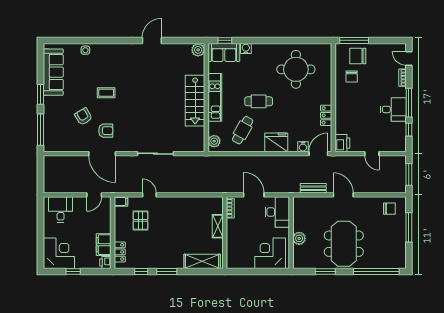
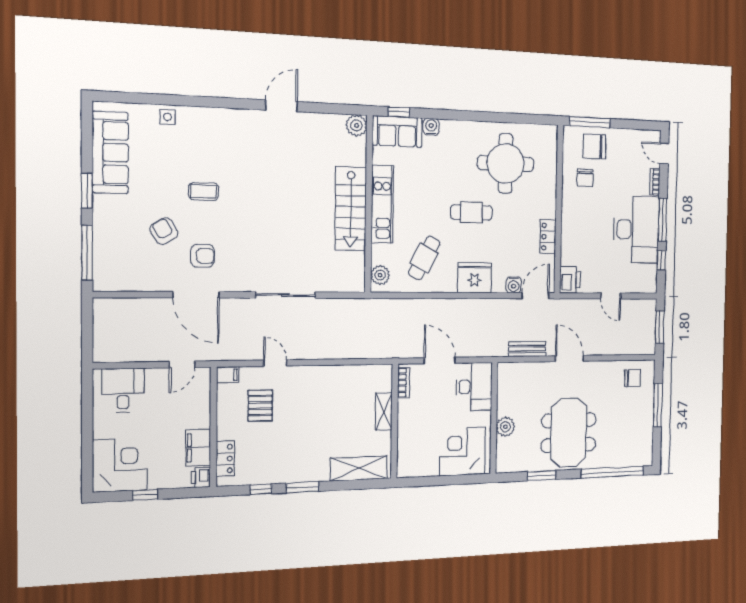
cafe table: (259, 101) -> (471, 212), moved
desk: (393, 109) -> (636, 229), width x1.87, depth x1.30

